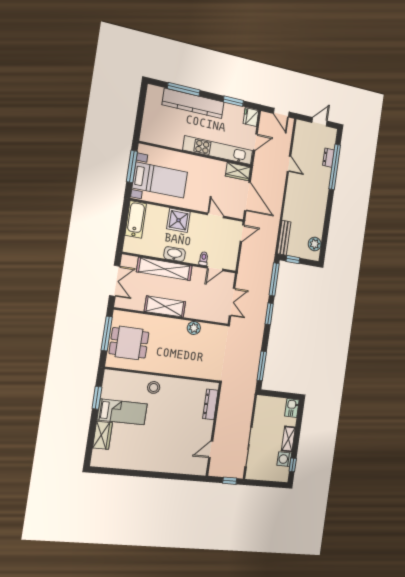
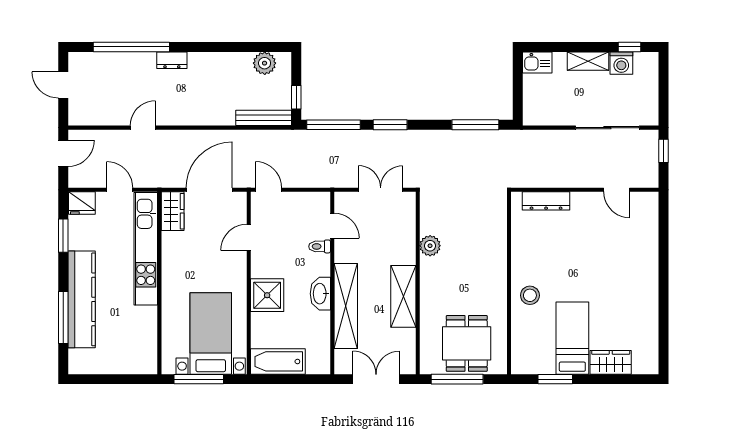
dresser: (328, 158) -> (172, 60), moved

